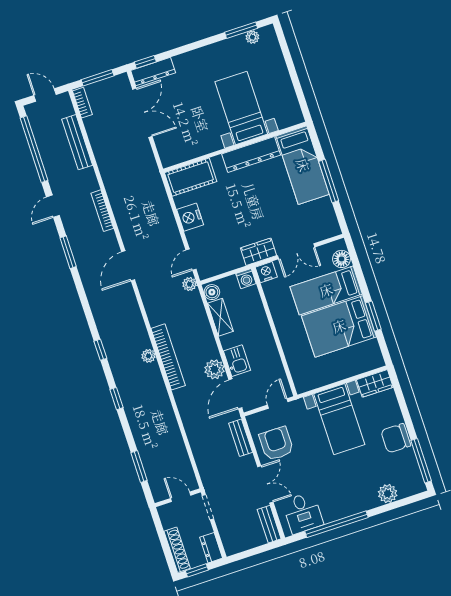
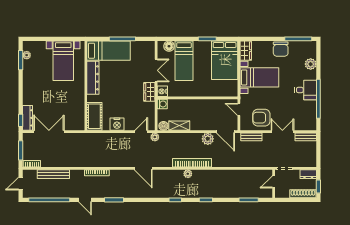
bed with nightstands: (241, 108) -> (63, 61), moved, turned -90
door: (191, 260) -> (141, 132), swing flipped
door: (128, 266) -> (143, 168), moved
bed: (339, 326) -> (225, 60), moved
kitchen sink: (237, 361) -> (207, 124), removed
desk: (303, 513) -> (306, 90), moved

